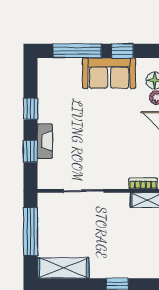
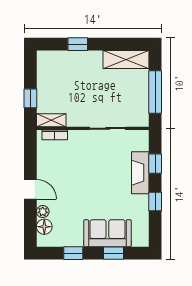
window: (77, 51) -> (114, 253), width x0.46
sofa: (109, 73) -> (107, 233), moved
fireplace: (45, 141) -> (140, 173), width x1.37, depth x1.32

